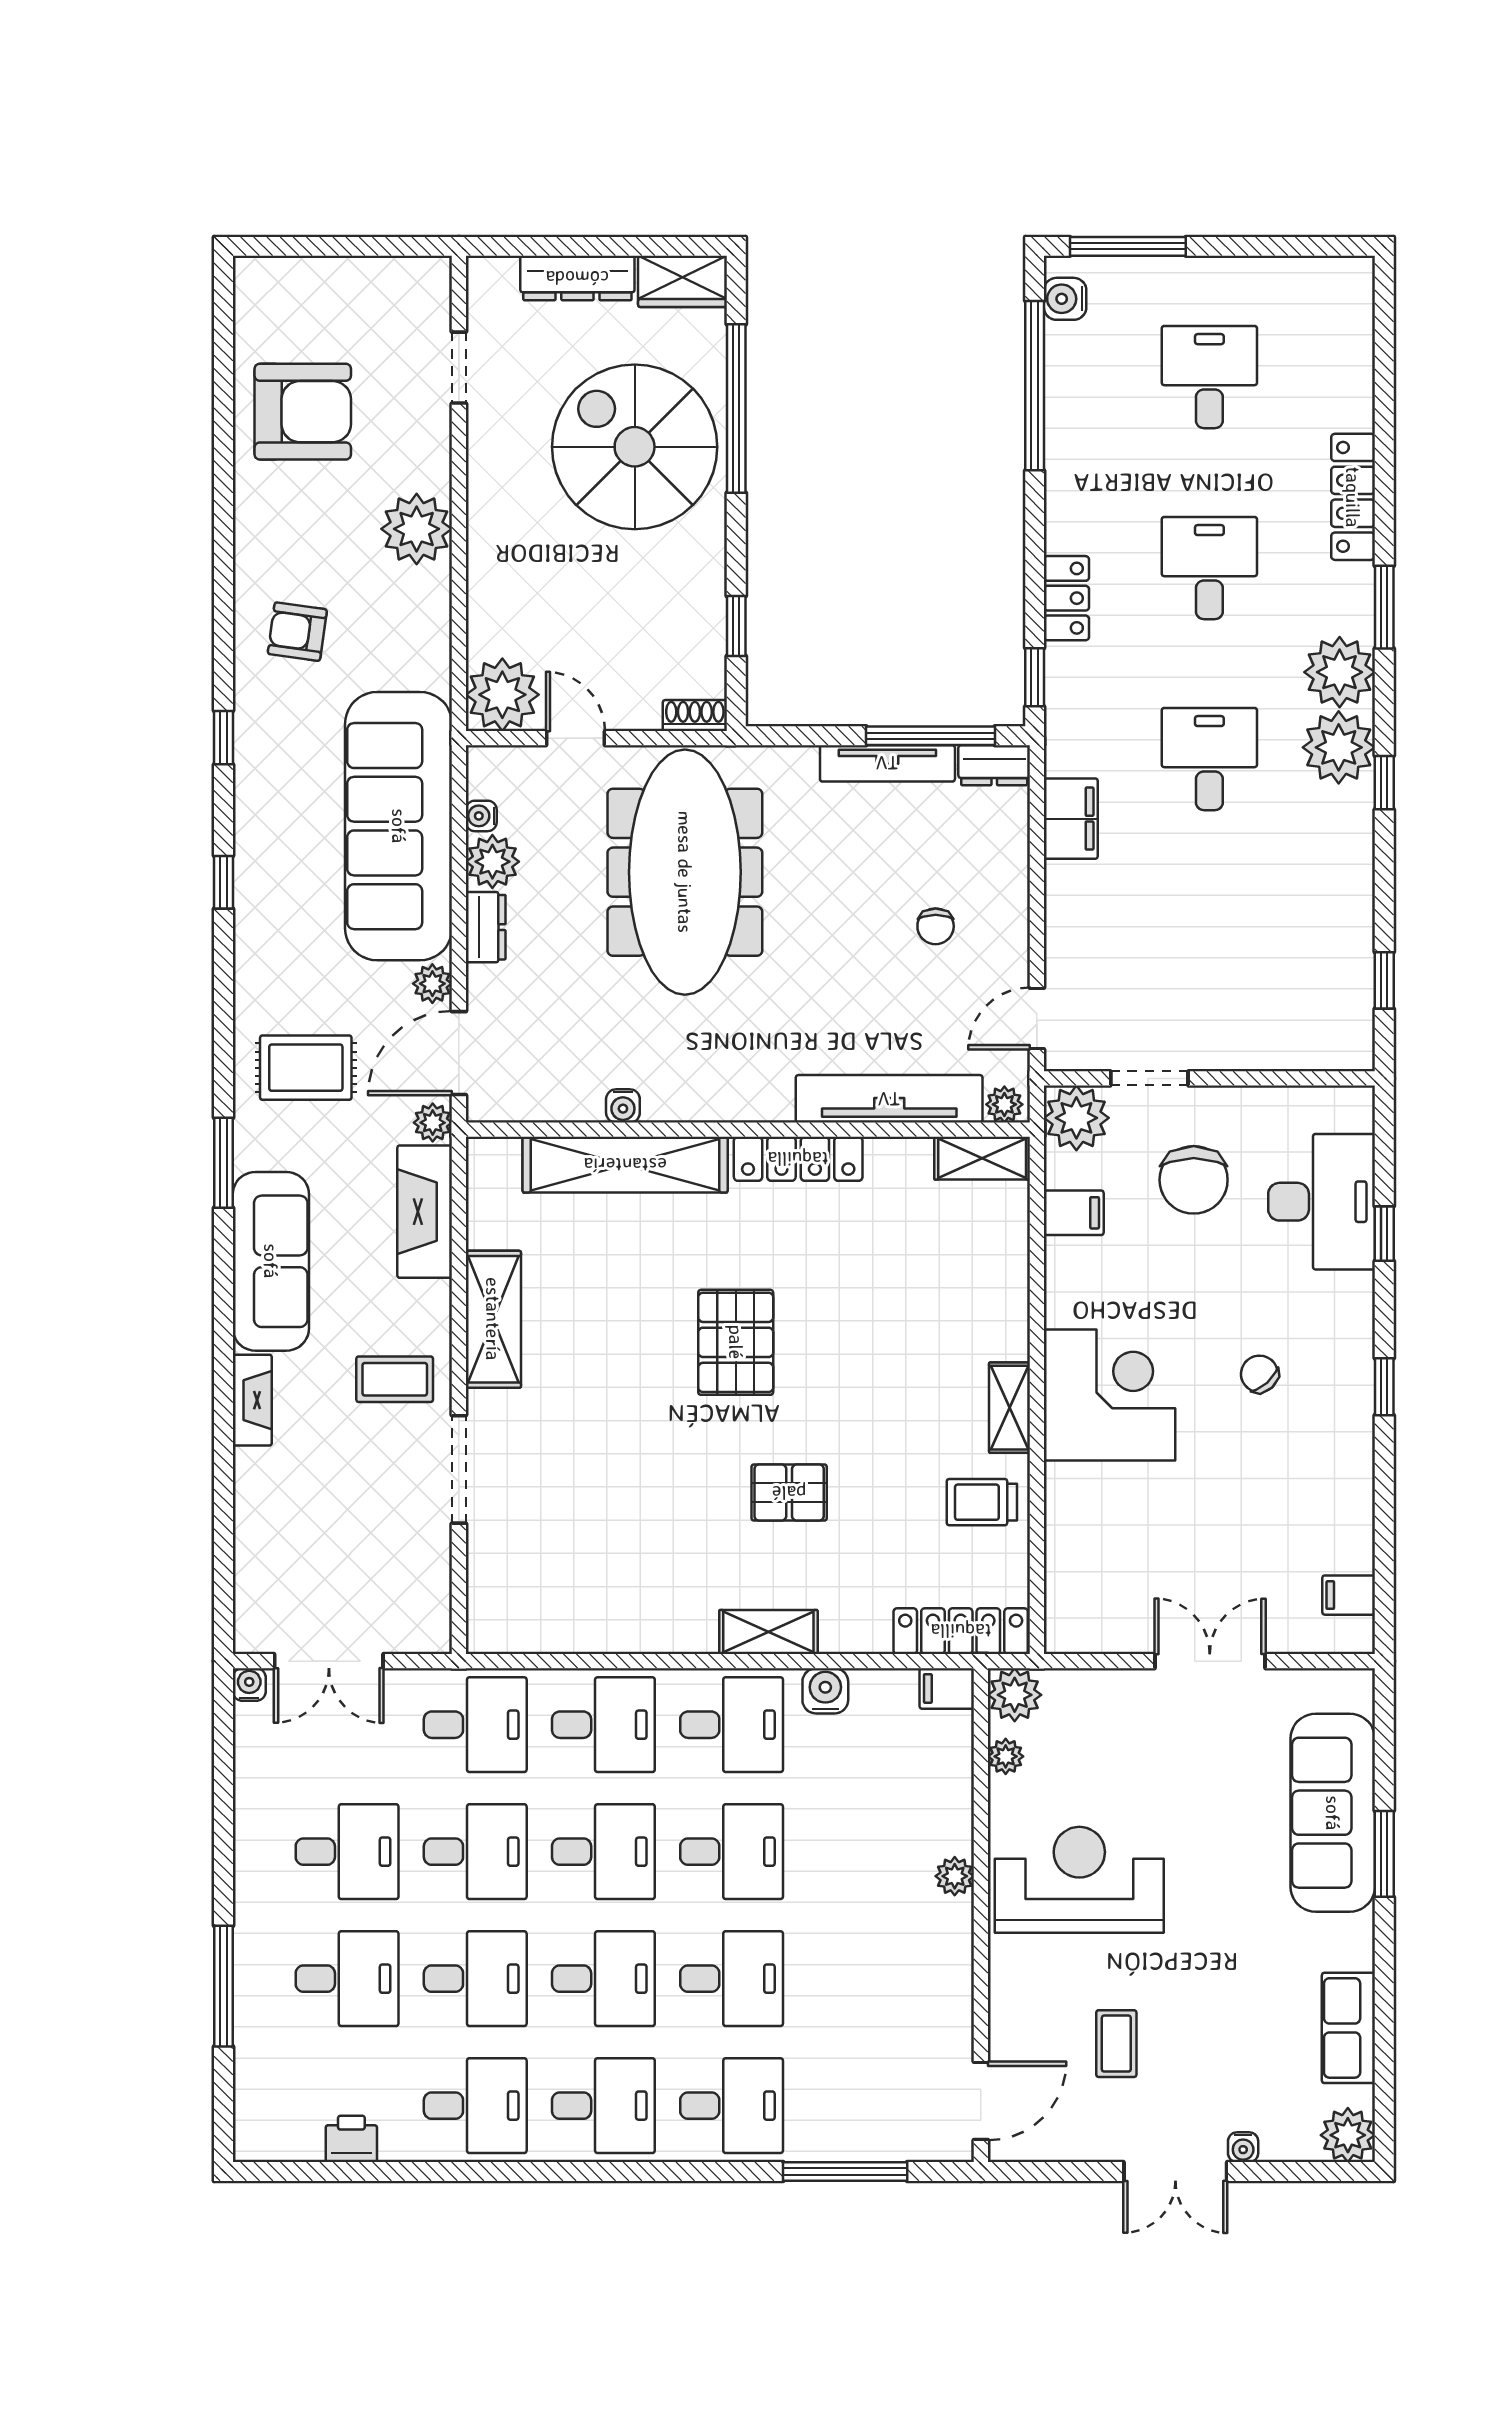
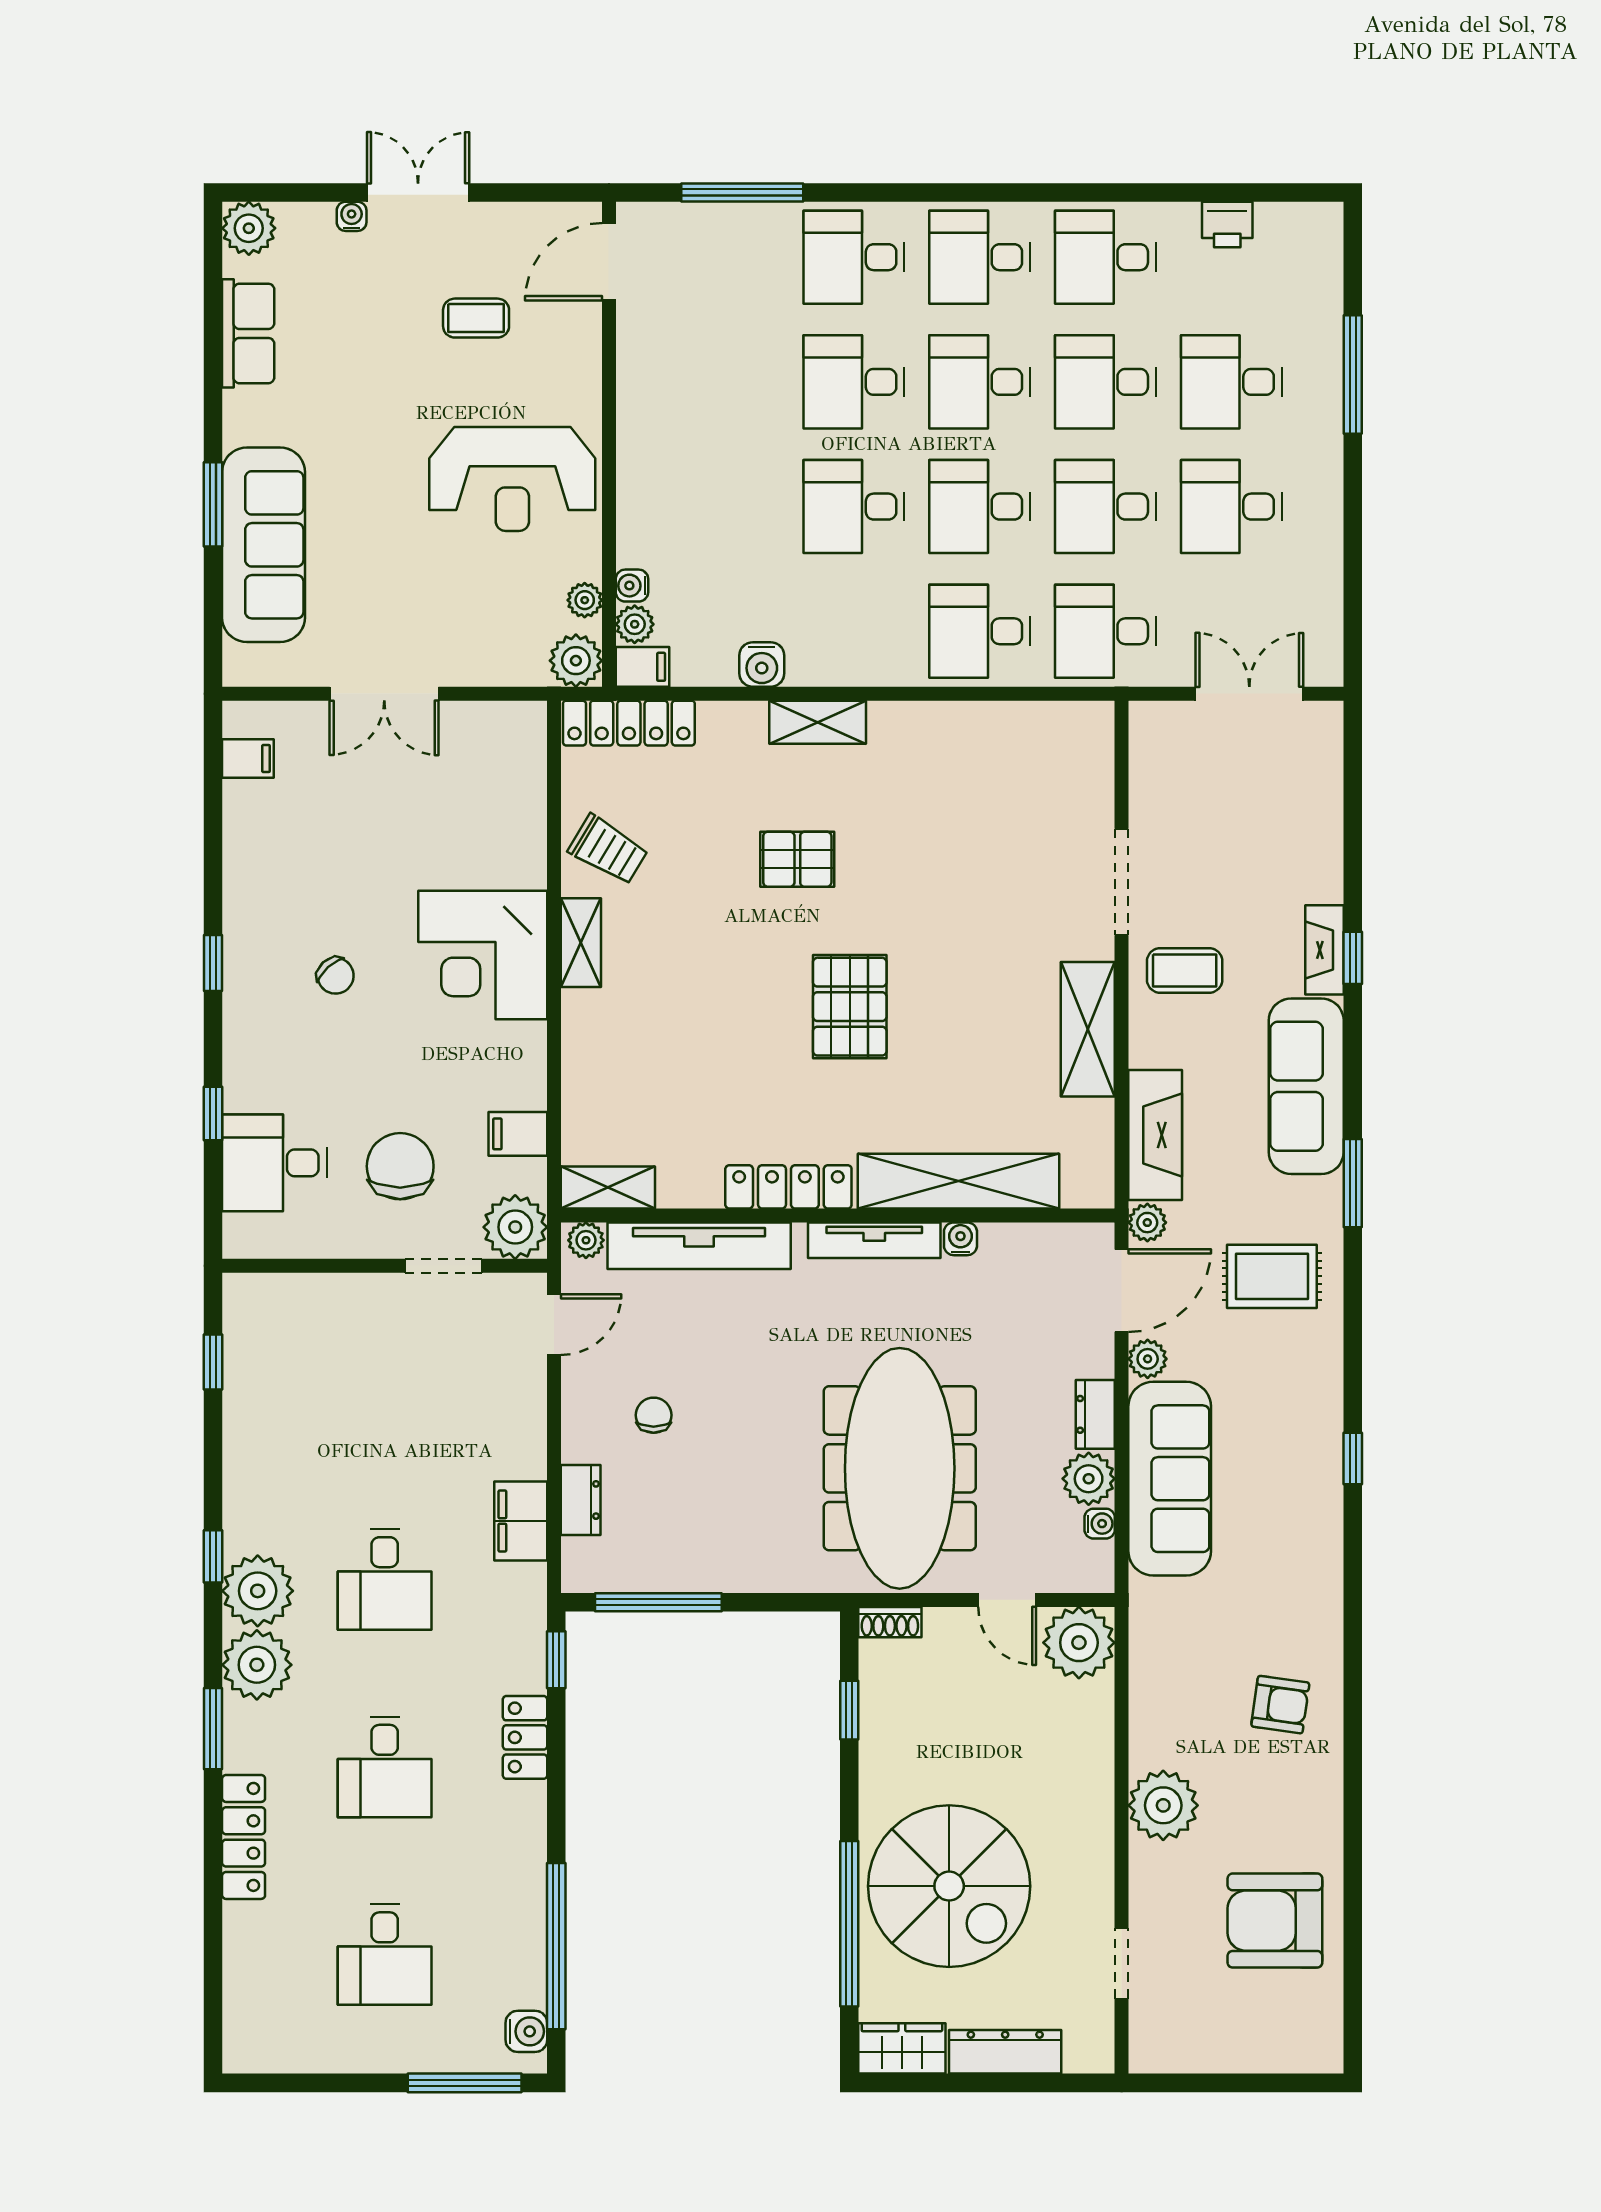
window: (223, 738) -> (1353, 958), moved
tv unit: (887, 763) -> (874, 1240), moved, turned 180
dresser: (994, 765) -> (581, 1500), moved, turned 90
sofa: (399, 826) -> (1170, 1479), width x0.74, depth x0.79
desk: (1322, 1202) -> (274, 1163), width x0.73
trolley: (982, 1502) -> (608, 850), turned 31
water cooler: (249, 1685) -> (632, 586), moved, turned 90
desk: (732, 1725) -> (854, 631), removed
plant: (955, 1876) -> (635, 624), moved
coffee table: (1116, 2044) -> (476, 318), turned 90

